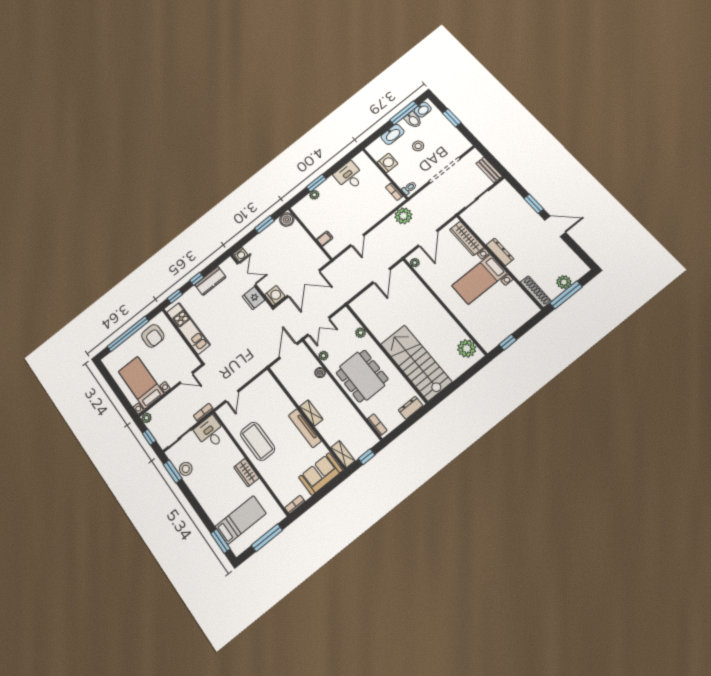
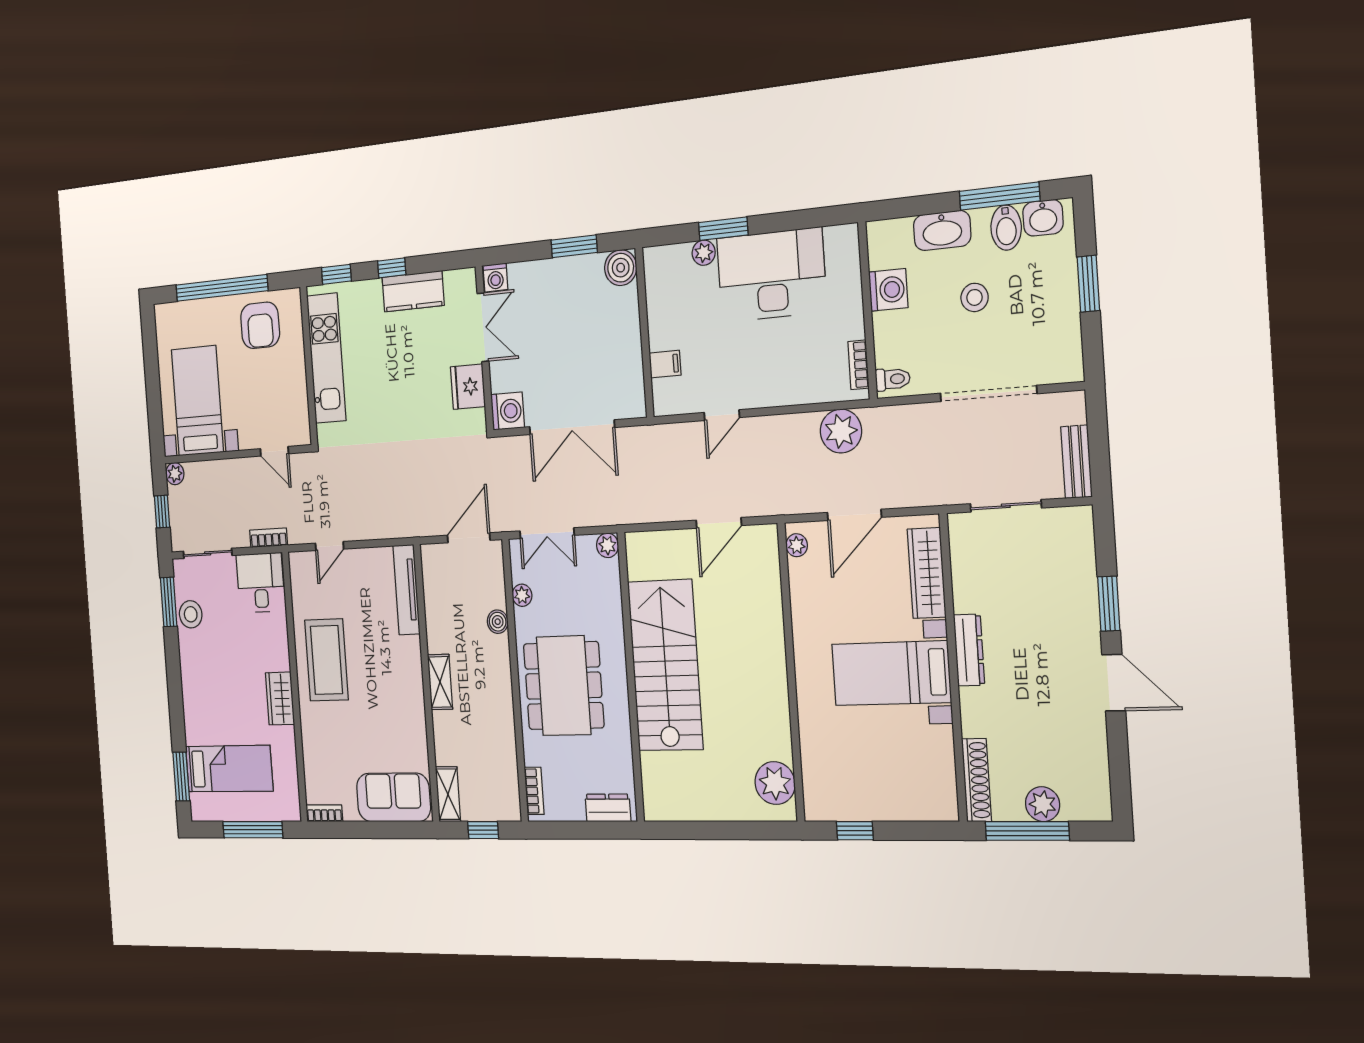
desk: (349, 176) -> (771, 275), width x1.87, depth x1.30
plant: (361, 333) -> (608, 545), moved
stairs: (416, 363) -> (665, 665), moved
tv unit: (305, 428) -> (406, 590), moved

